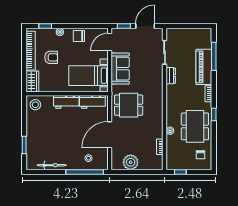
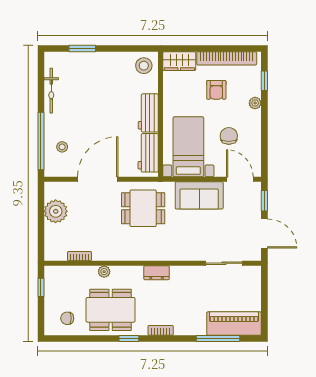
chair: (79, 36) -> (229, 136), moved
piano: (204, 67) -> (234, 324), moved
dresser: (171, 76) -> (157, 273), moved
dining table: (129, 105) -> (143, 208), turned 90
door: (110, 135) -> (98, 179), hinge flipped

